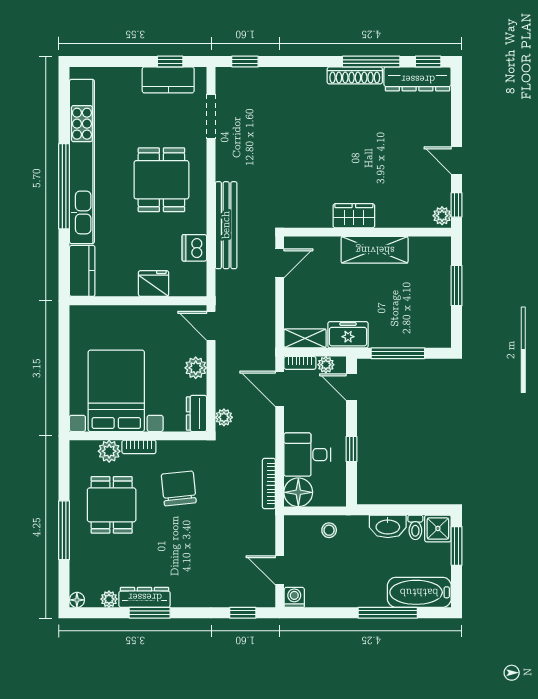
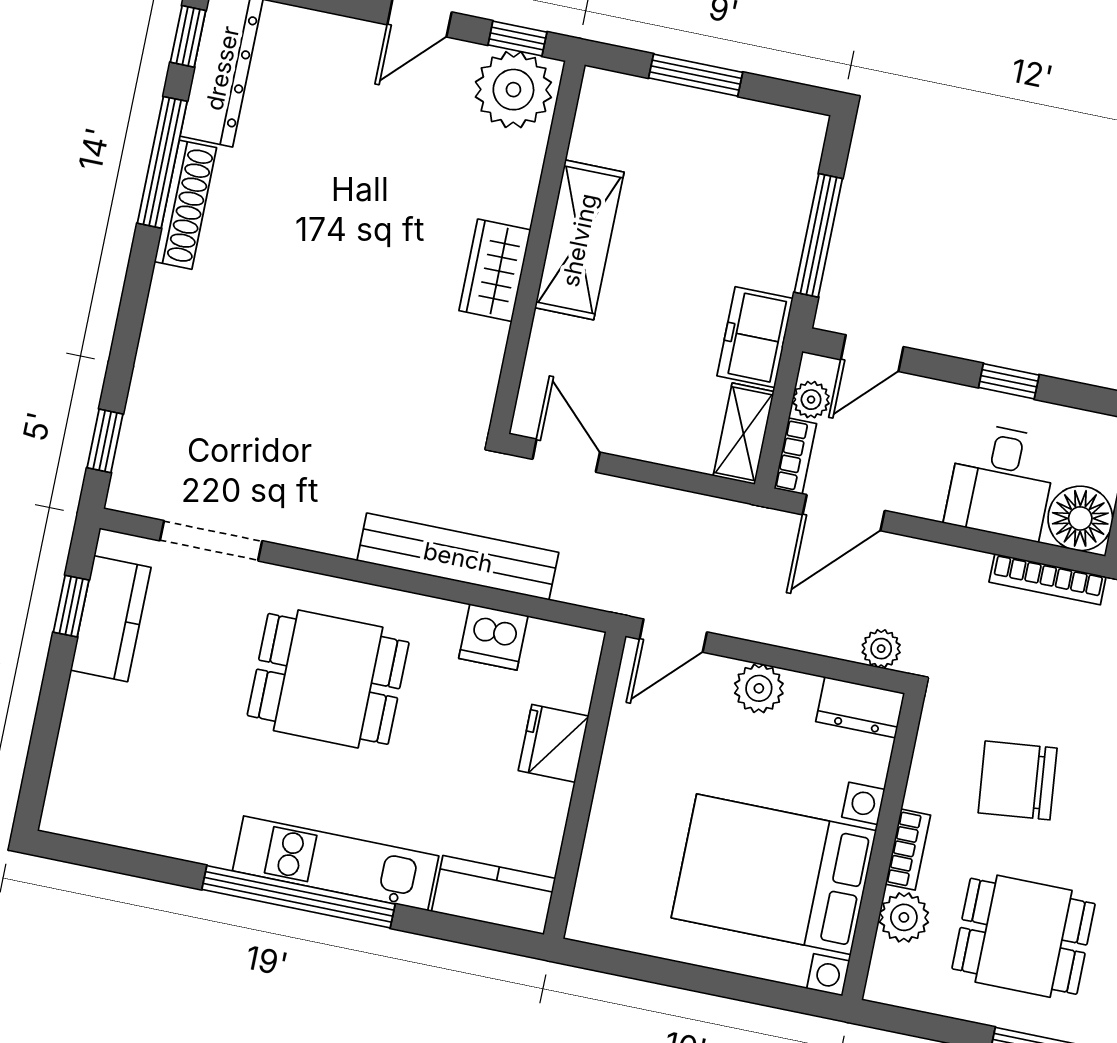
kitchen unit: (82, 161) -> (336, 863), width x0.54
plant: (442, 216) -> (513, 90), width x1.88, depth x1.88

